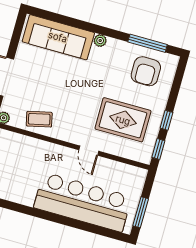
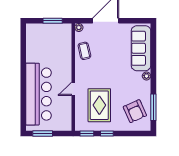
armchair: (146, 71) -> (135, 111), turned -114

